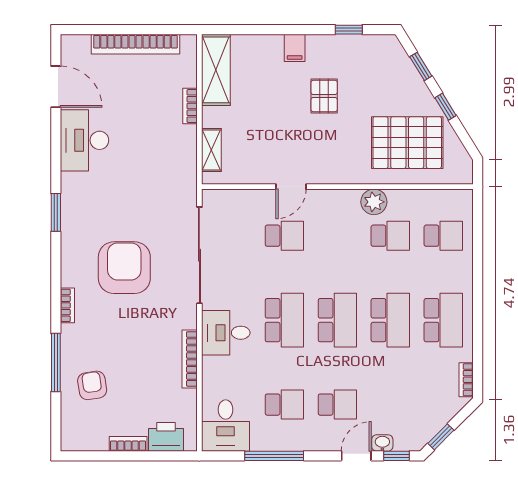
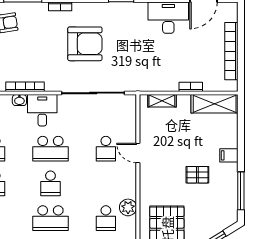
window: (349, 30) -> (241, 191), width x2.17
school desk: (337, 320) -> (50, 183), width x0.54
washbasin: (210, 368) -> (19, 100), added

